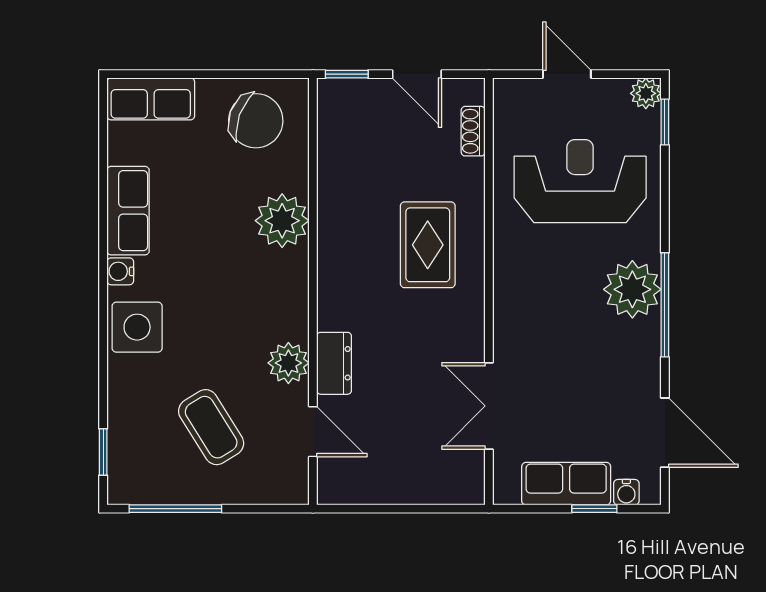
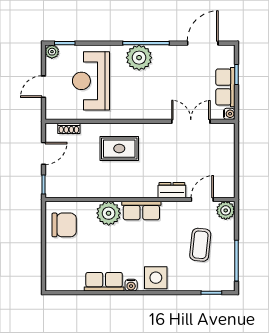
row of seats: (151, 99) -> (141, 211), moved, turned 90
chair: (256, 121) -> (64, 225), turned 70
plant: (288, 363) -> (226, 210), moved
double door: (489, 406) -> (191, 121), swing flipped
coffee table: (211, 427) -> (200, 245), turned -52
water cooler: (626, 492) -> (229, 114), moved

